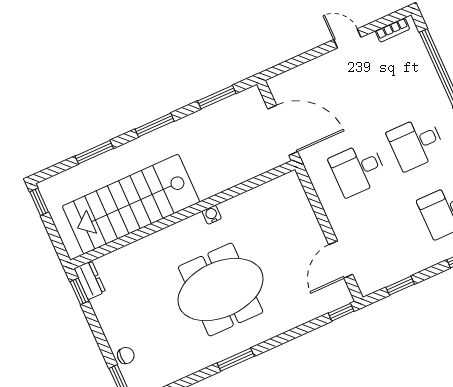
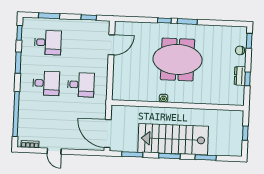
door: (283, 130) -> (108, 134), moved
window: (39, 202) -> (245, 133), moved
stairs: (131, 204) -> (173, 139), moved, turned 180
dresser: (90, 280) -> (240, 76), moved
window: (79, 291) -> (248, 79), moved
window: (341, 312) -> (164, 21), moved

